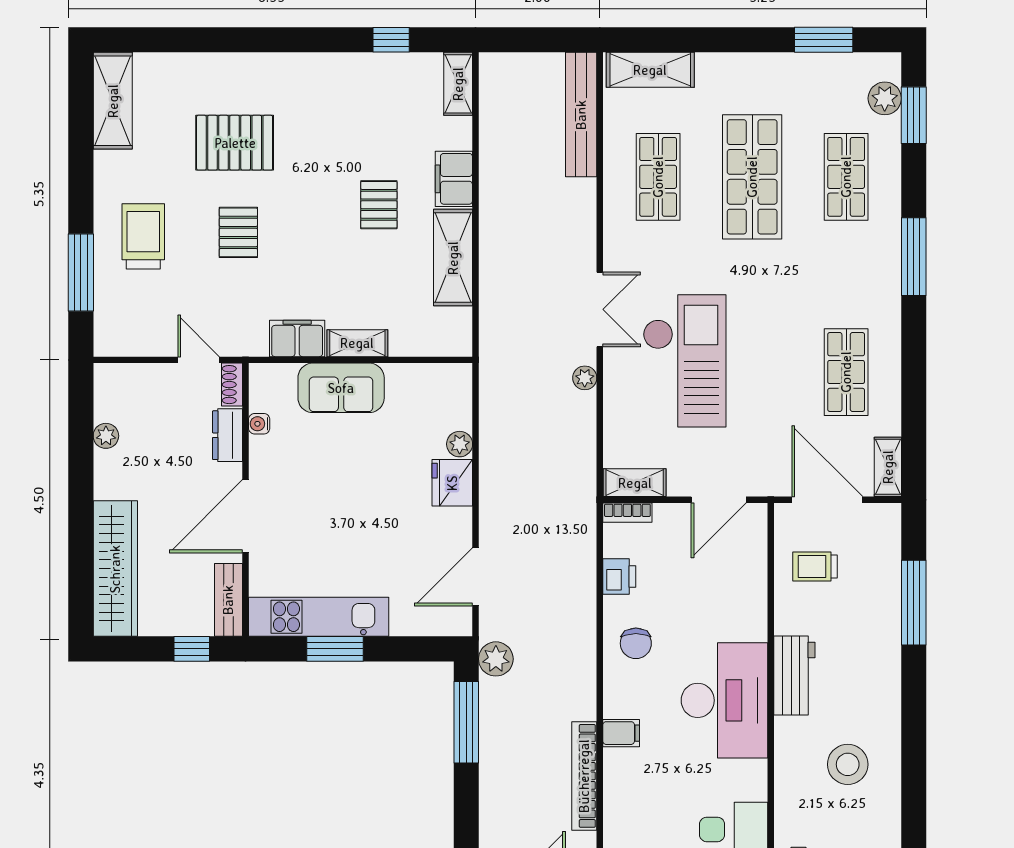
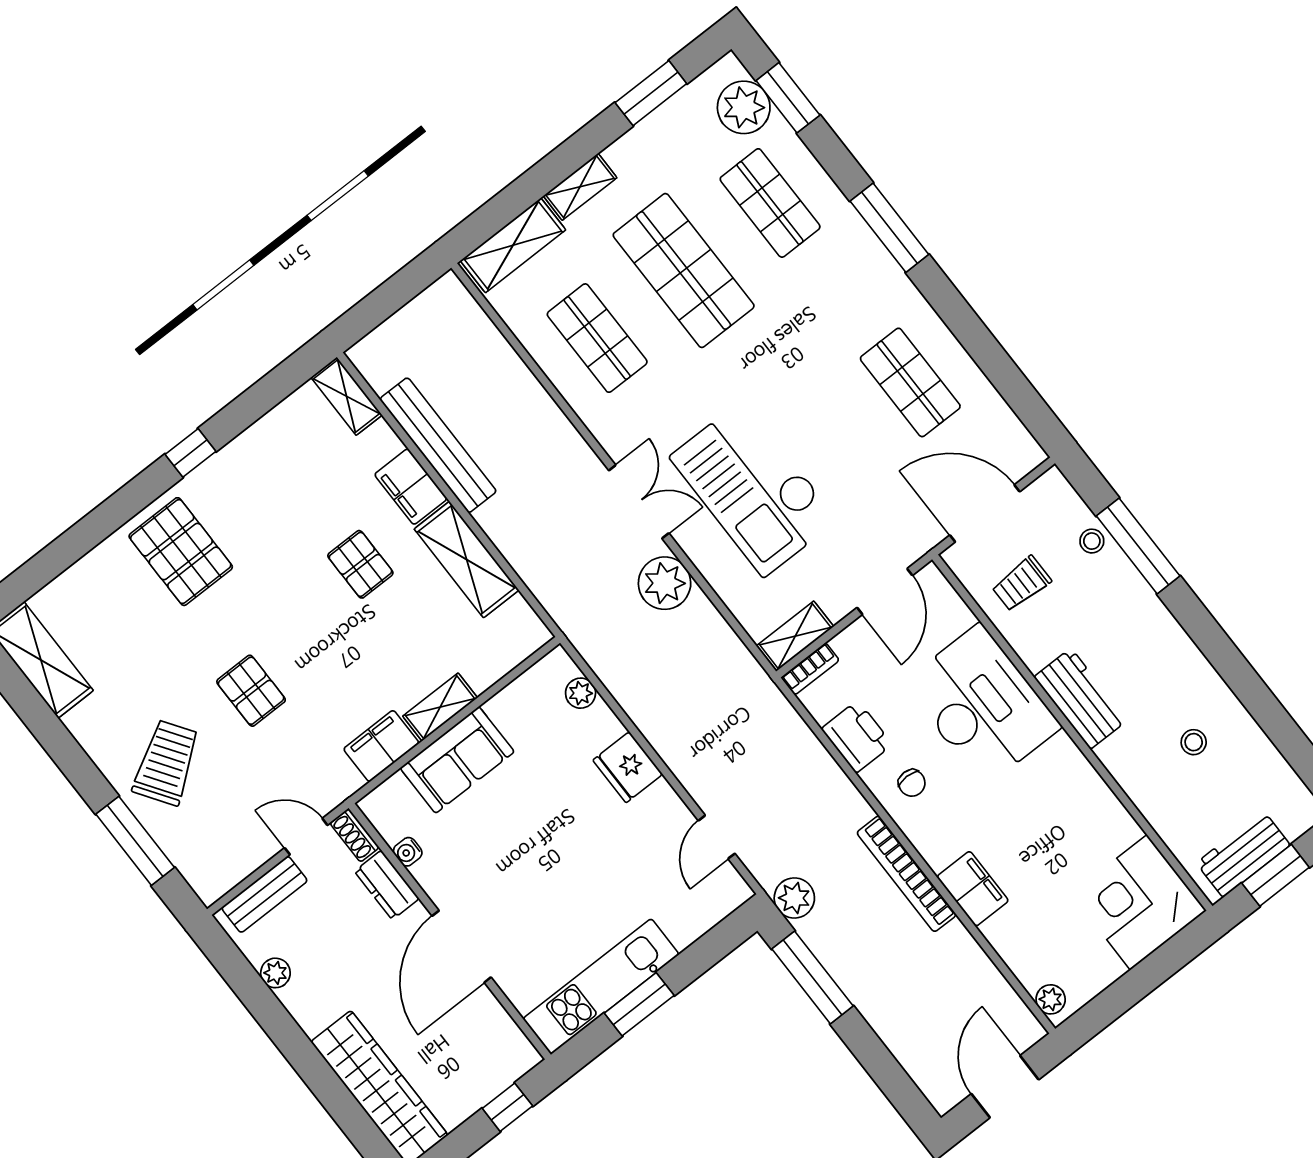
window: (391, 40) -> (190, 453), moved
plant: (885, 98) -> (744, 107), width x1.36, depth x1.36
bench: (581, 115) -> (438, 445), moved
pallet: (235, 143) -> (181, 552), moved, turned 90
trolley: (143, 236) -> (166, 763), turned 56
checkout: (684, 361) -> (754, 488), turned 180
plant: (585, 378) -> (665, 583), width x1.88, depth x1.88
plant: (460, 444) -> (581, 693), moved
shelving: (888, 467) -> (580, 187), moved, turned 90
stool: (885, 575) -> (1092, 541), added
door: (476, 577) -> (717, 837), width x0.73
printer: (619, 577) -> (857, 737), width x1.36, depth x1.24
bench: (228, 600) -> (264, 894), moved, turned 90
chair: (636, 643) -> (912, 783), width x0.73, depth x0.73
desk: (724, 700) -> (982, 705), moved
filing cabinet: (621, 733) -> (973, 889), width x2.00
stool: (848, 764) -> (1194, 742), width x0.53, depth x0.53
bookcase: (584, 776) -> (907, 874), moved

